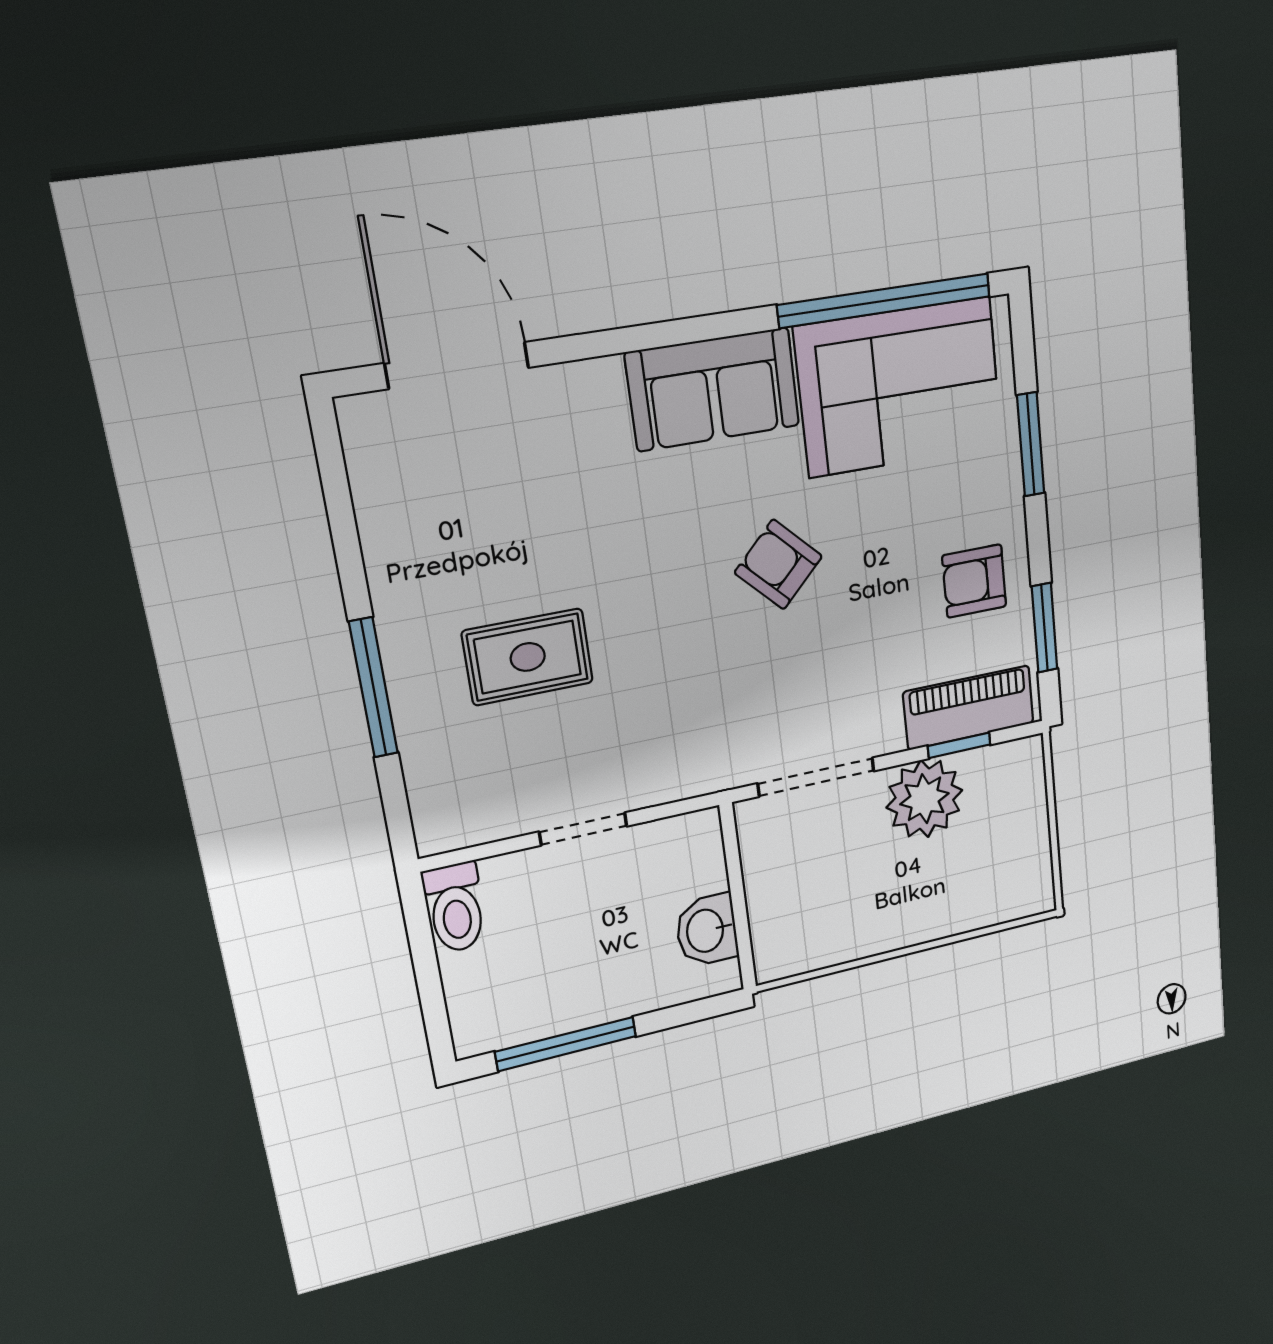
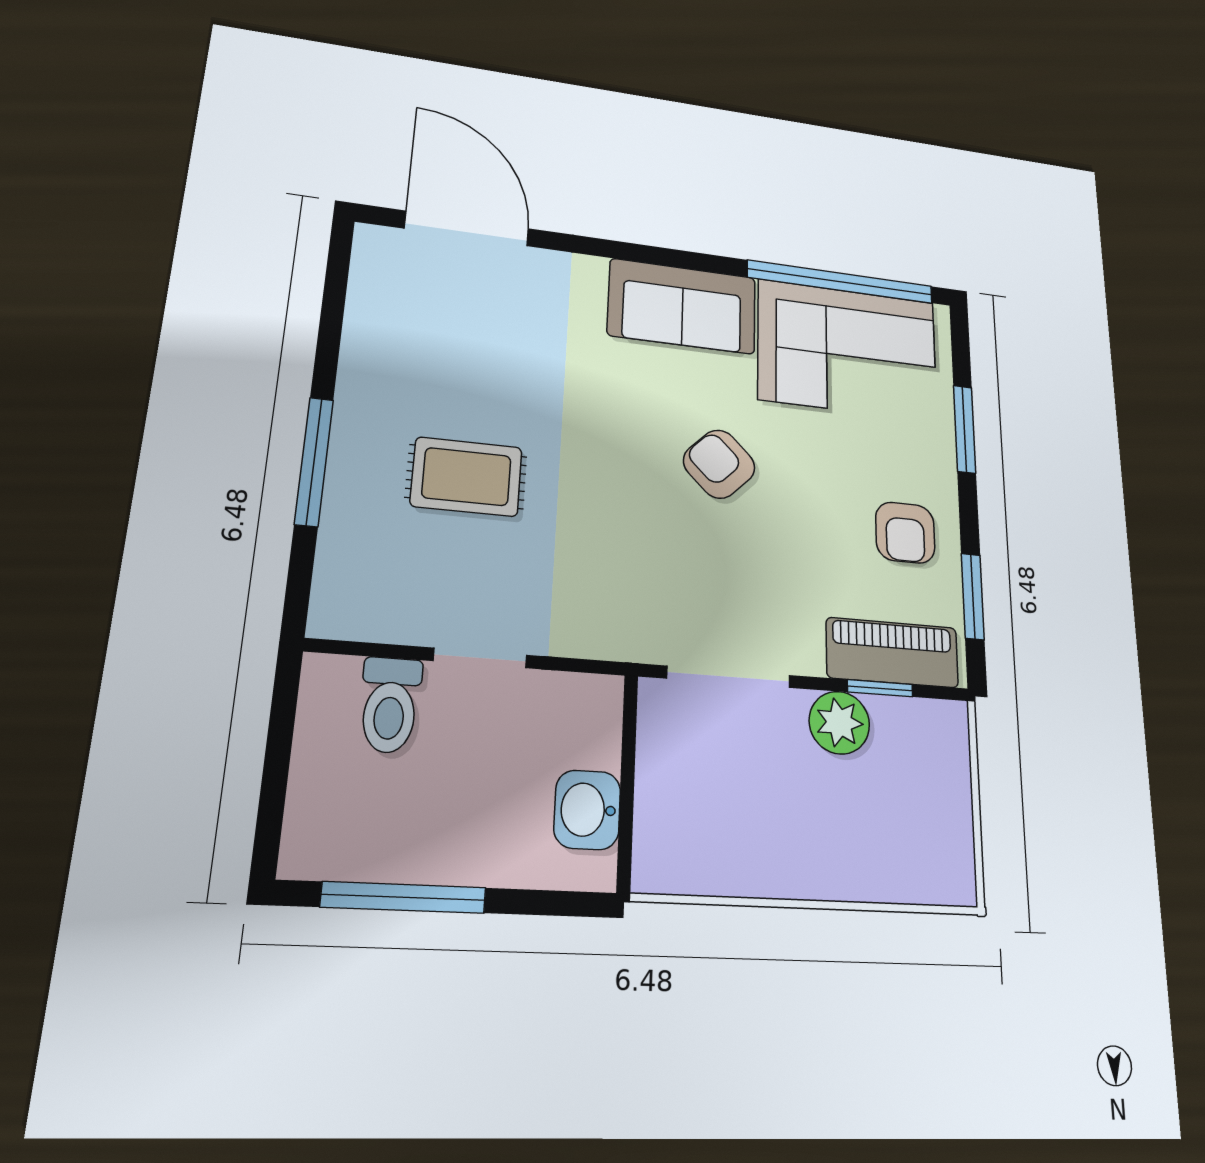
armchair: (974, 581) -> (905, 533), turned -90
plant: (924, 799) -> (839, 723), width x0.73, depth x0.73
toilet: (455, 908) -> (390, 705), moved

